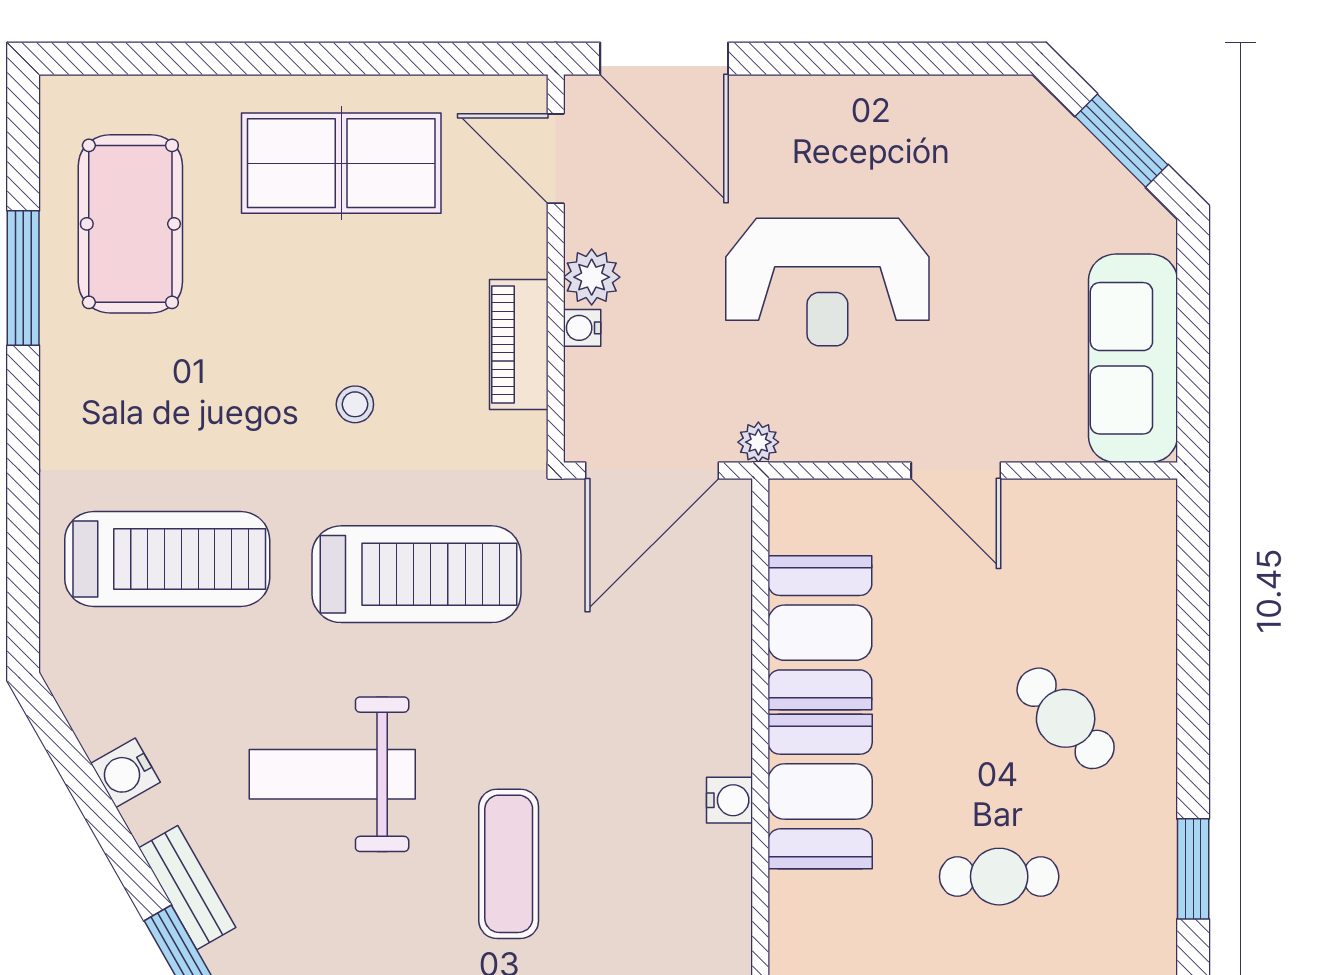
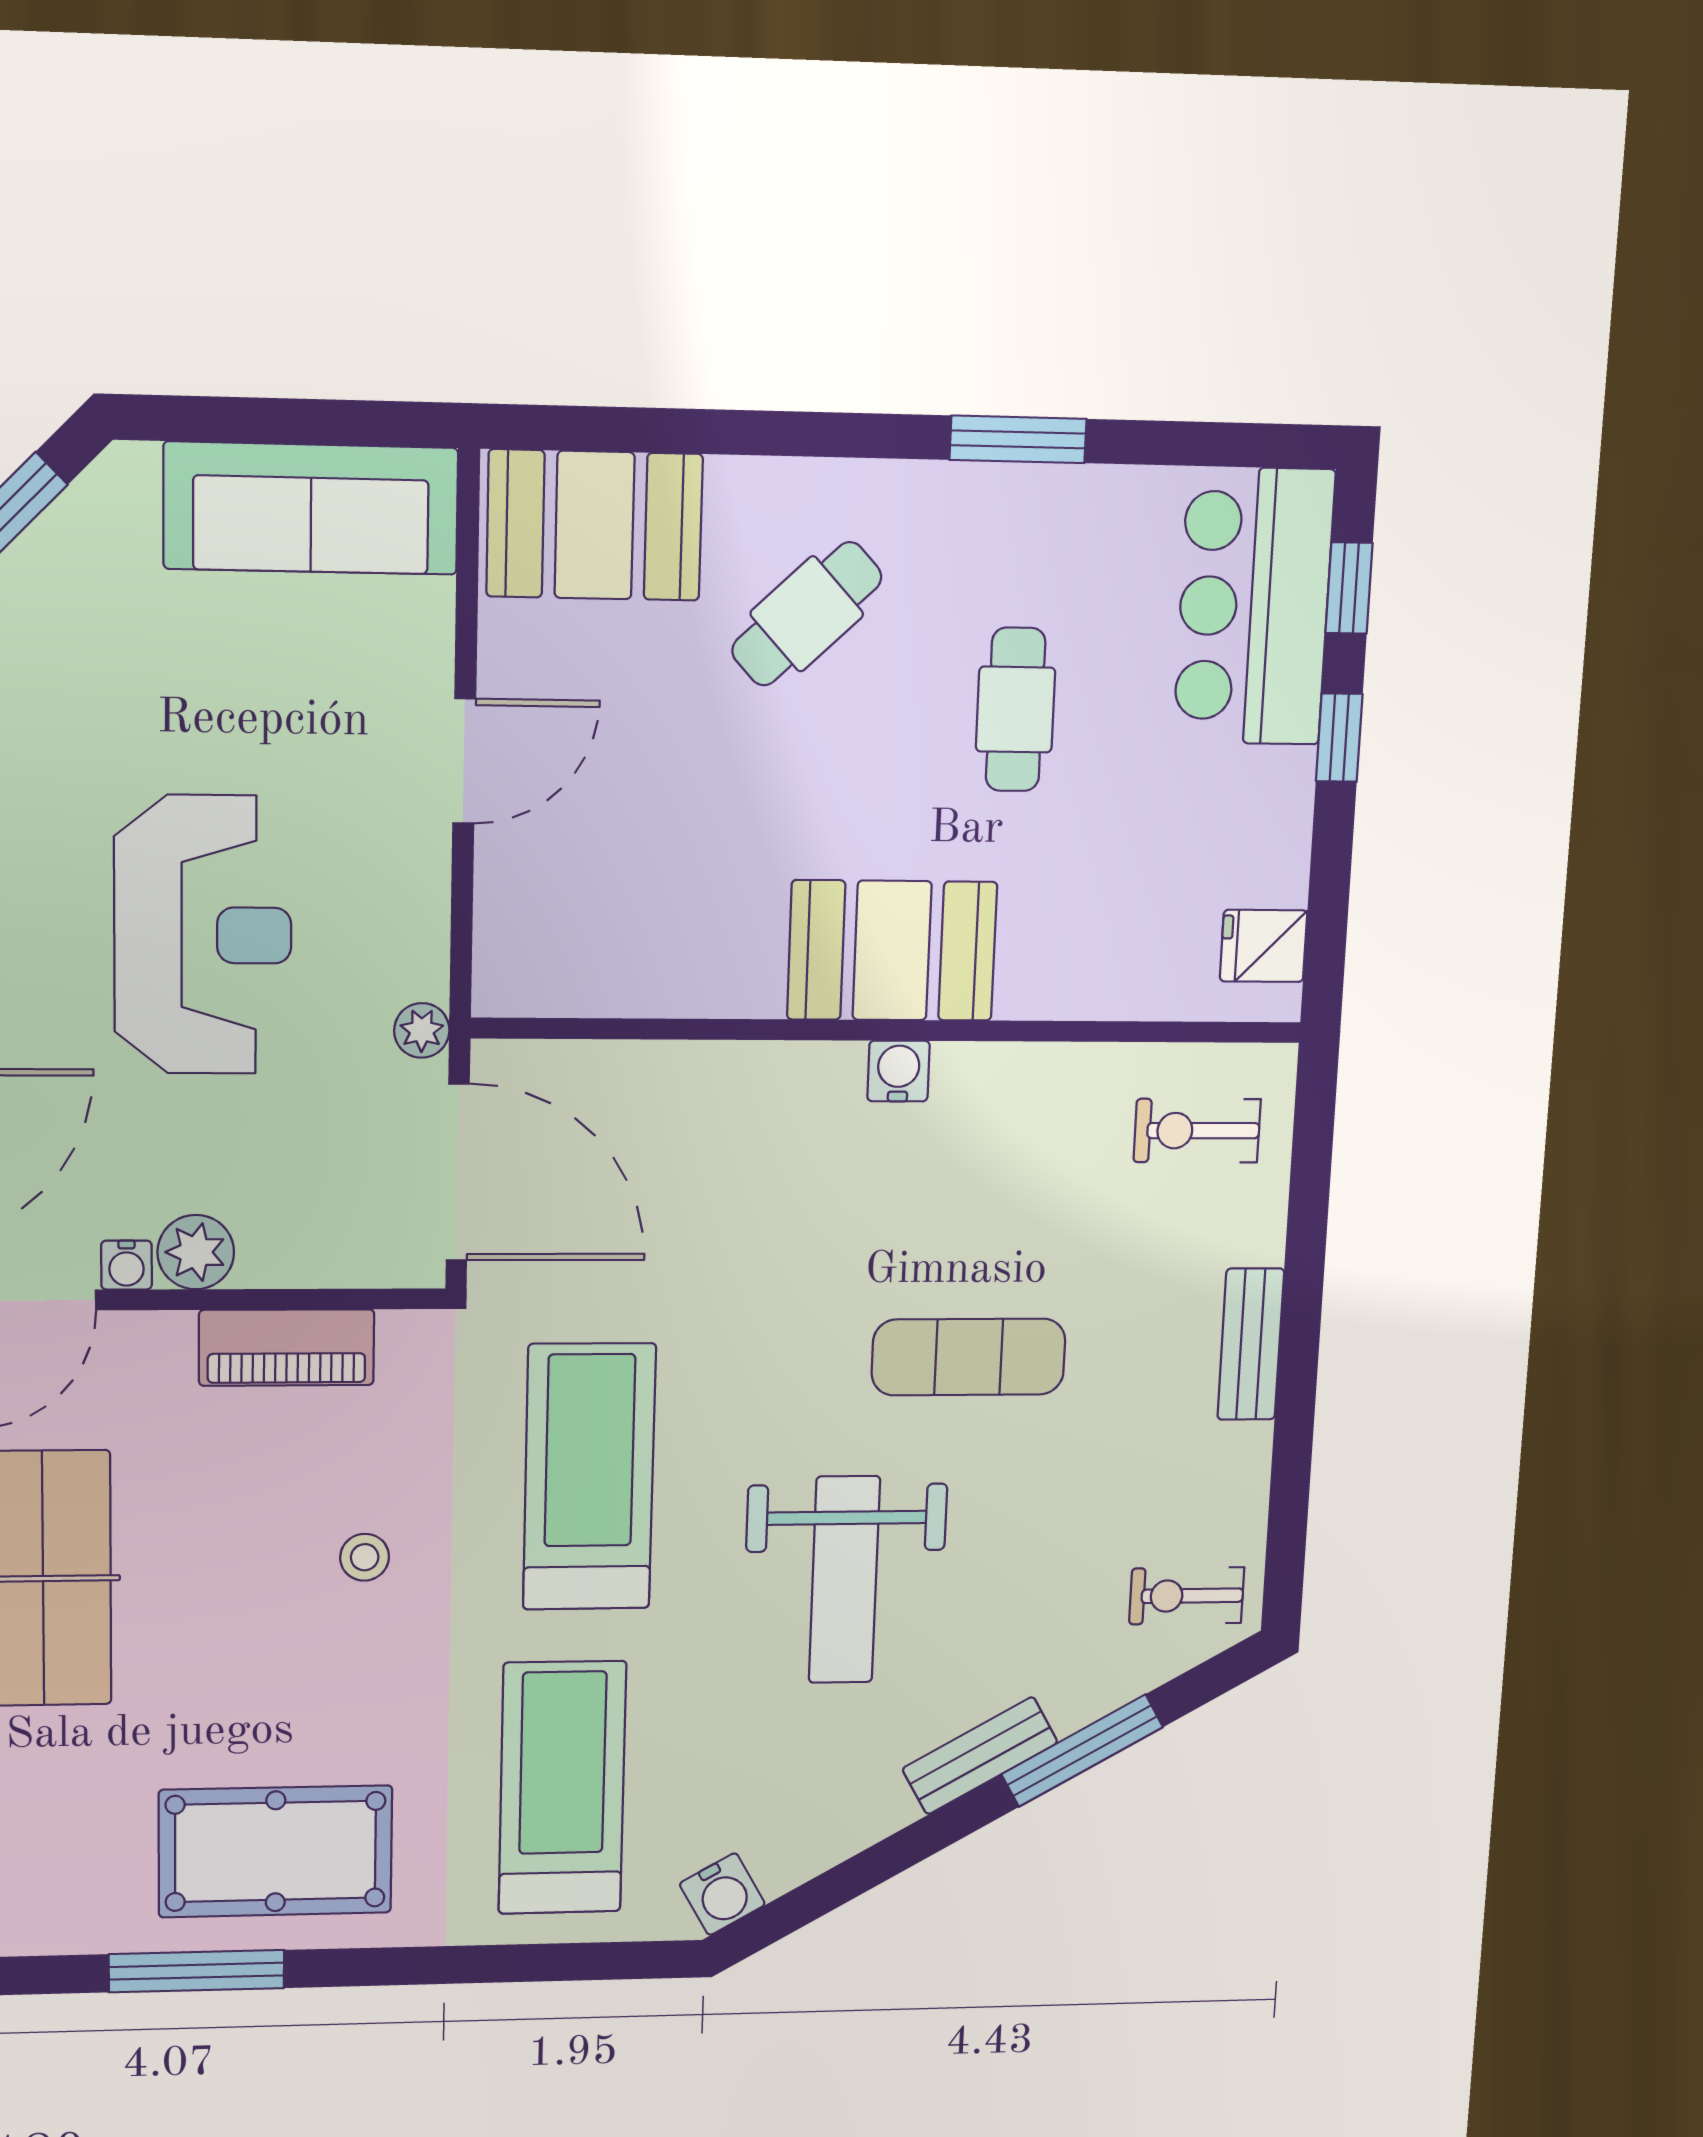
pool table: (130, 224) -> (276, 1851), moved
water cooler: (582, 328) -> (127, 1265), moved
booth: (820, 633) -> (595, 525), moved
water cooler: (126, 773) -> (722, 1894), moved

